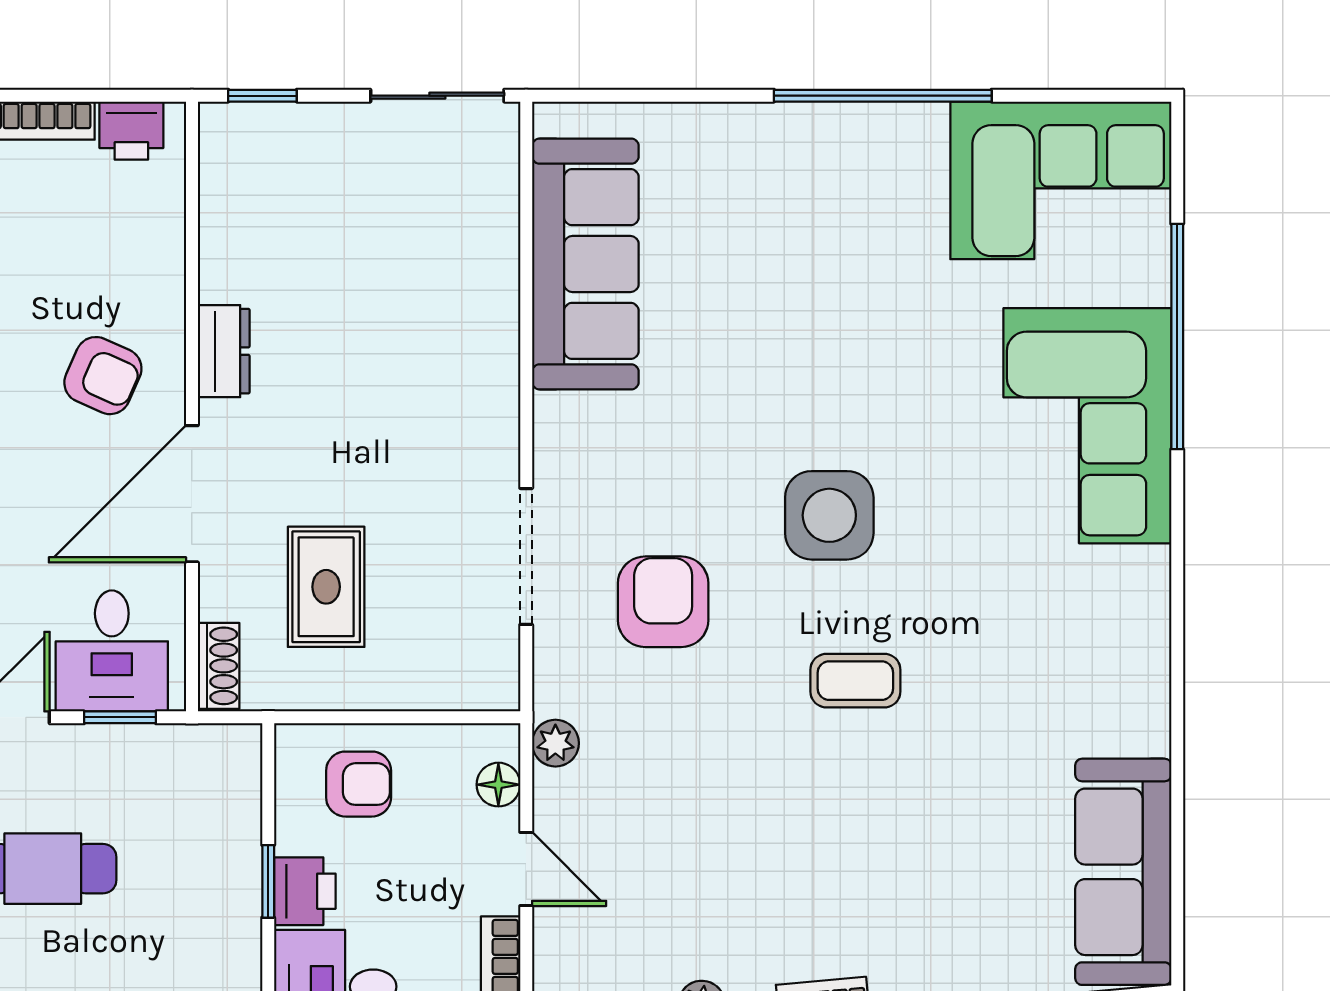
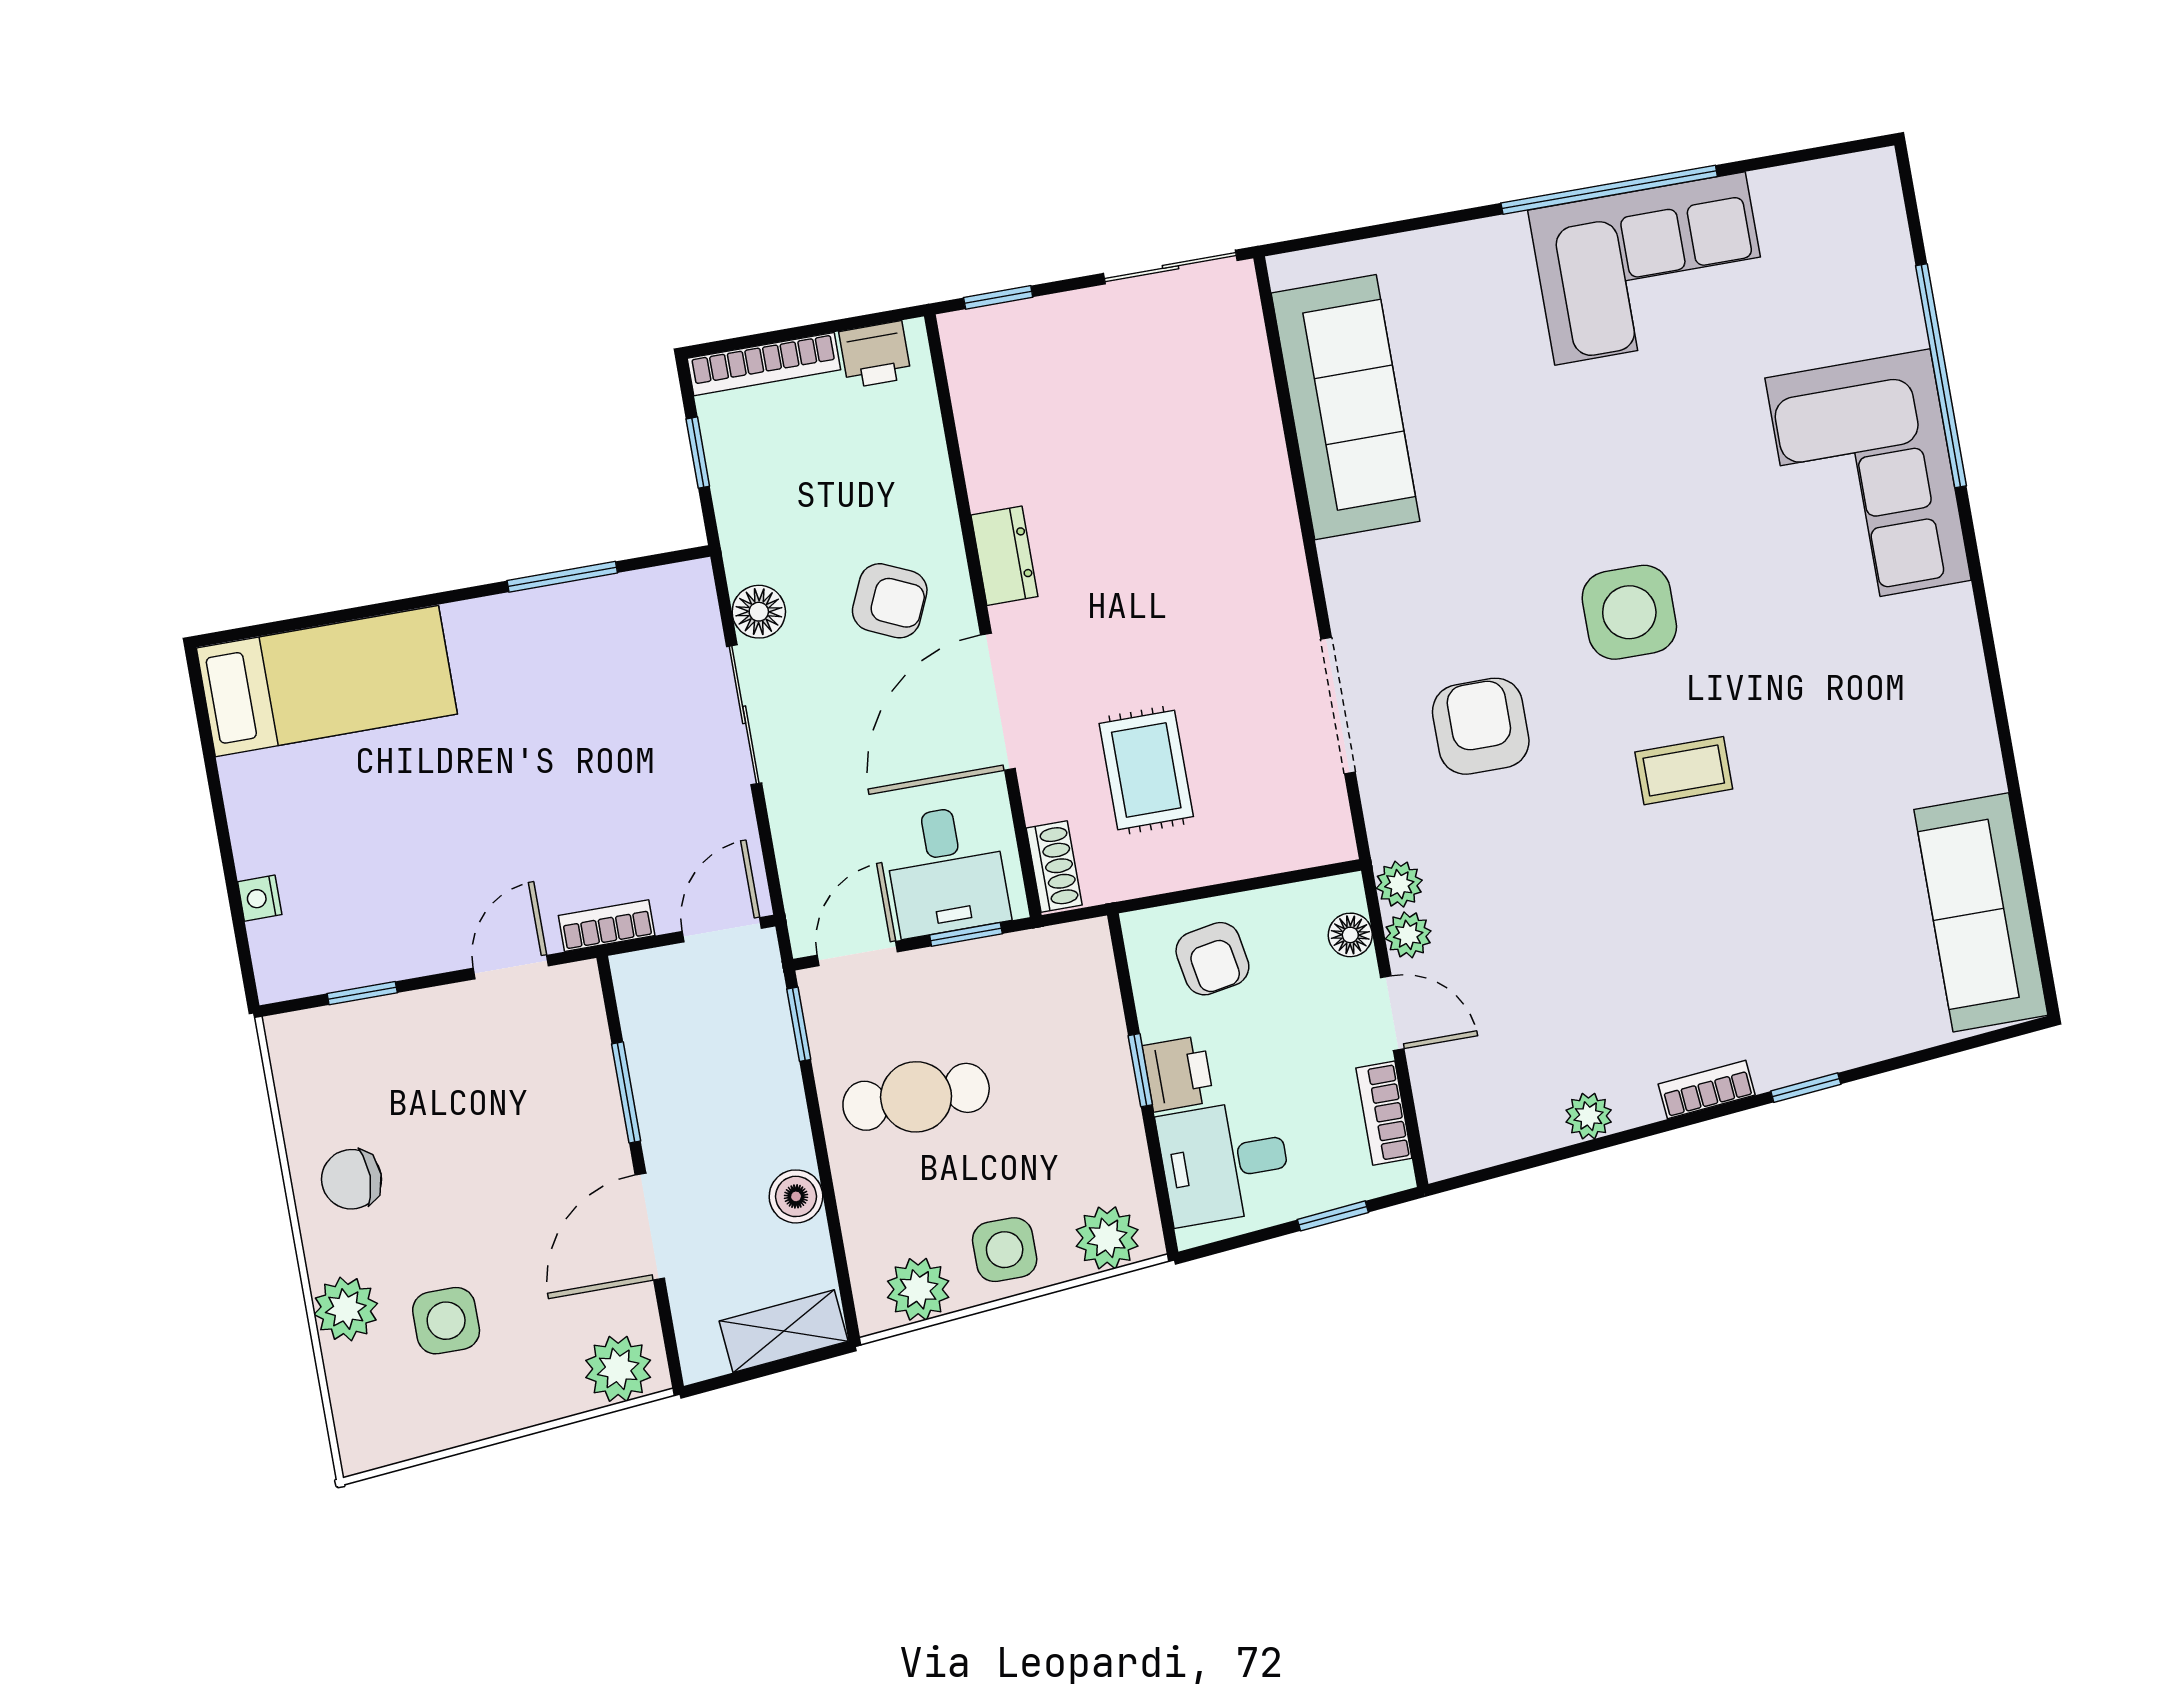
corner sofa: (1061, 180) -> (1650, 268), moved
armchair: (359, 784) -> (1212, 959), turned 80
plant: (555, 795) -> (1408, 935), added

